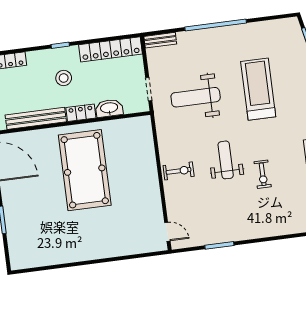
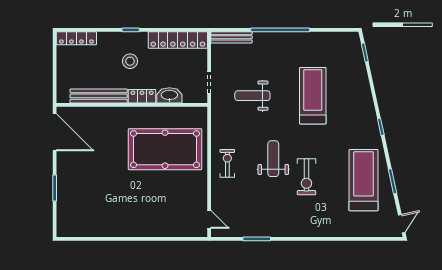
bench: (160, 40) -> (232, 37), width x1.36
weight bench: (196, 97) -> (252, 96), width x0.73, depth x0.75
pool table: (85, 170) -> (165, 149), moved, turned 90
exercise bike: (179, 171) -> (227, 163), turned -90
exercise bike: (263, 174) -> (306, 177), width x1.38, depth x1.39

